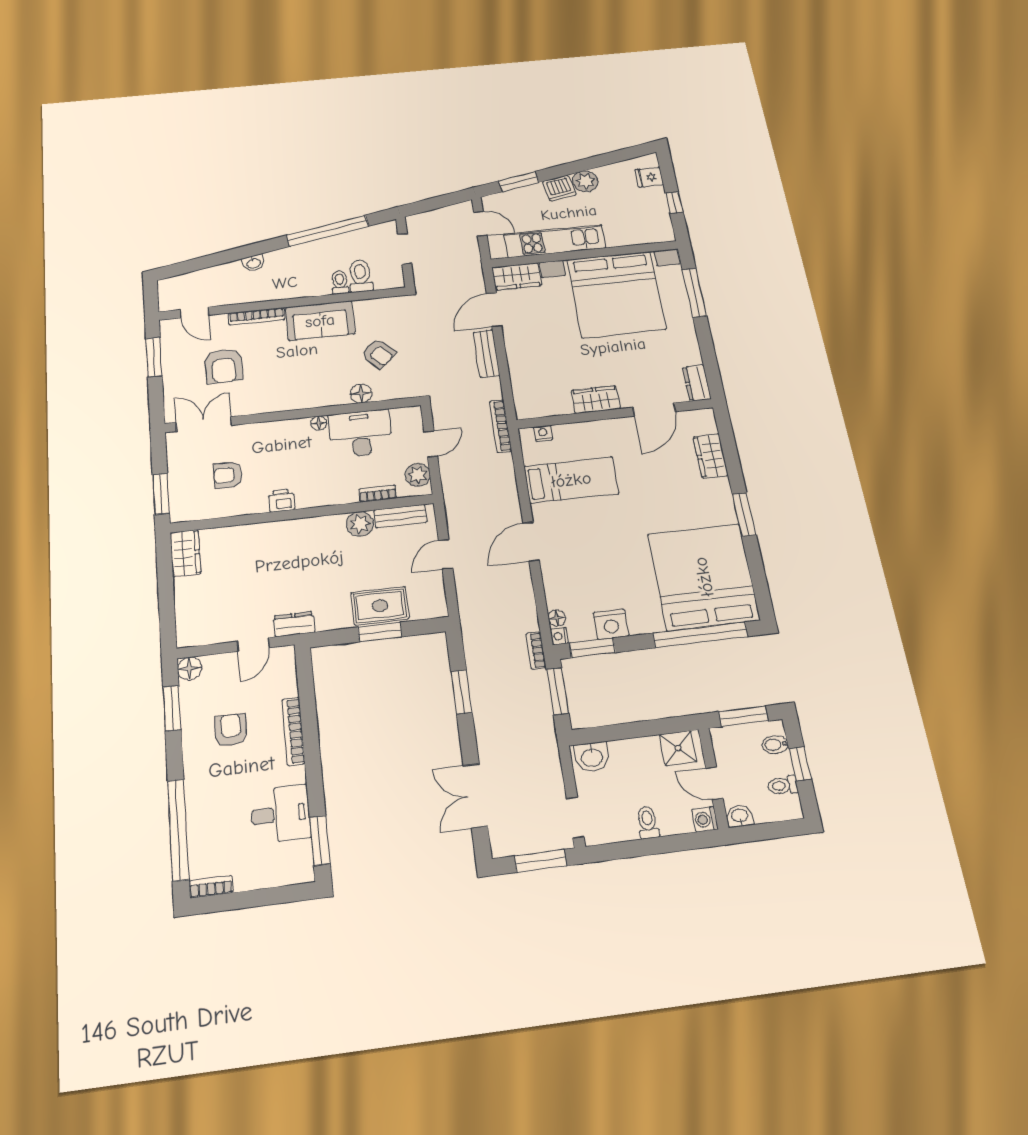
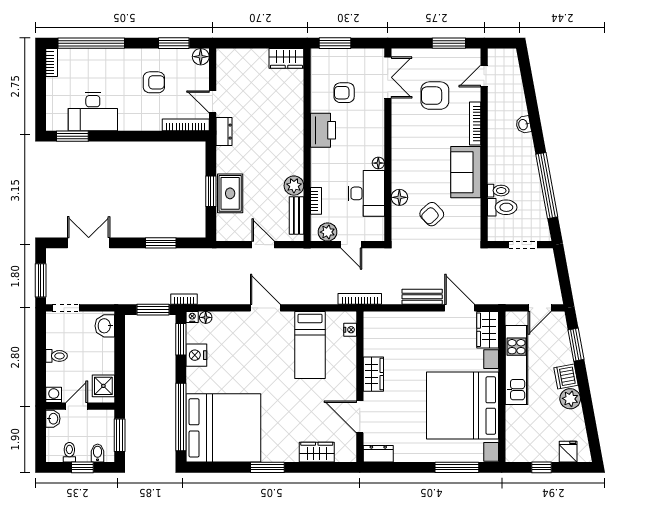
armchair: (228, 475) -> (344, 93), turned -90
printer: (281, 501) -> (323, 130), width x1.87, depth x1.48
bookcase: (293, 731) -> (186, 125), moved
desk: (281, 814) -> (93, 112), width x1.37

